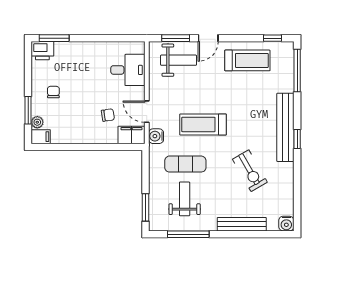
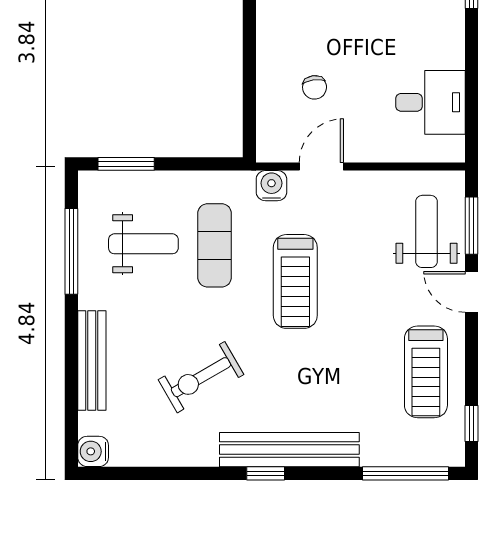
weight bench: (179, 60) -> (426, 231), turned 180
desk: (128, 70) -> (430, 102), moved, turned -90
treadmill: (203, 124) -> (295, 281), turned 180
filing cabinet: (131, 135) -> (274, 135), removed

